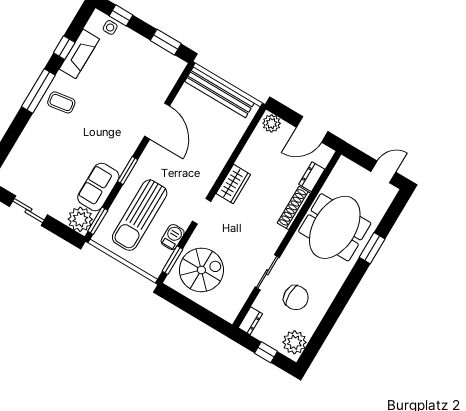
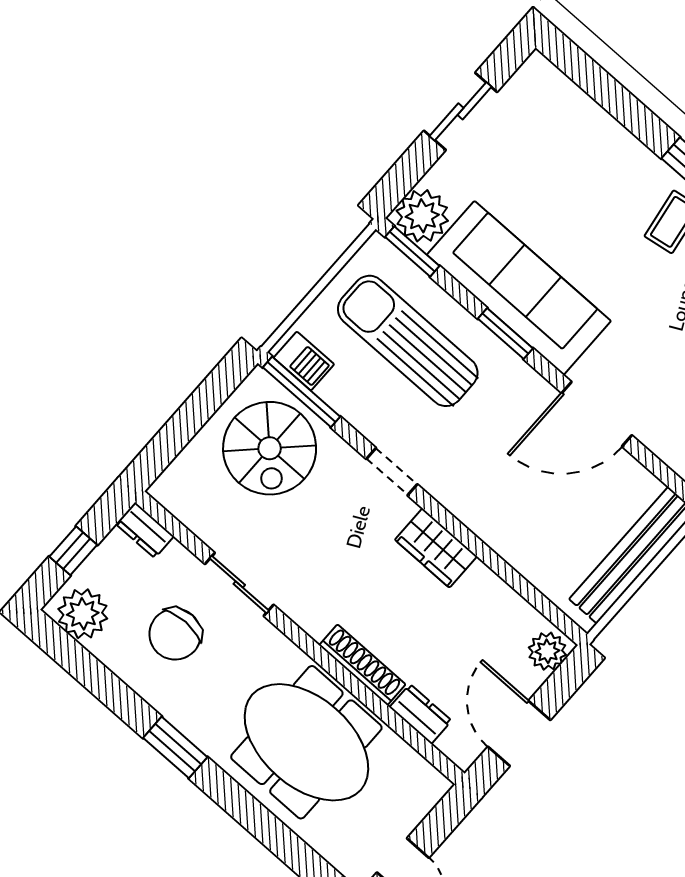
sofa: (98, 187) -> (519, 288), width x1.85, depth x1.27
barbecue: (173, 237) -> (304, 361), moved
window: (372, 248) -> (175, 747), moved
window: (173, 260) -> (301, 392), width x1.44

